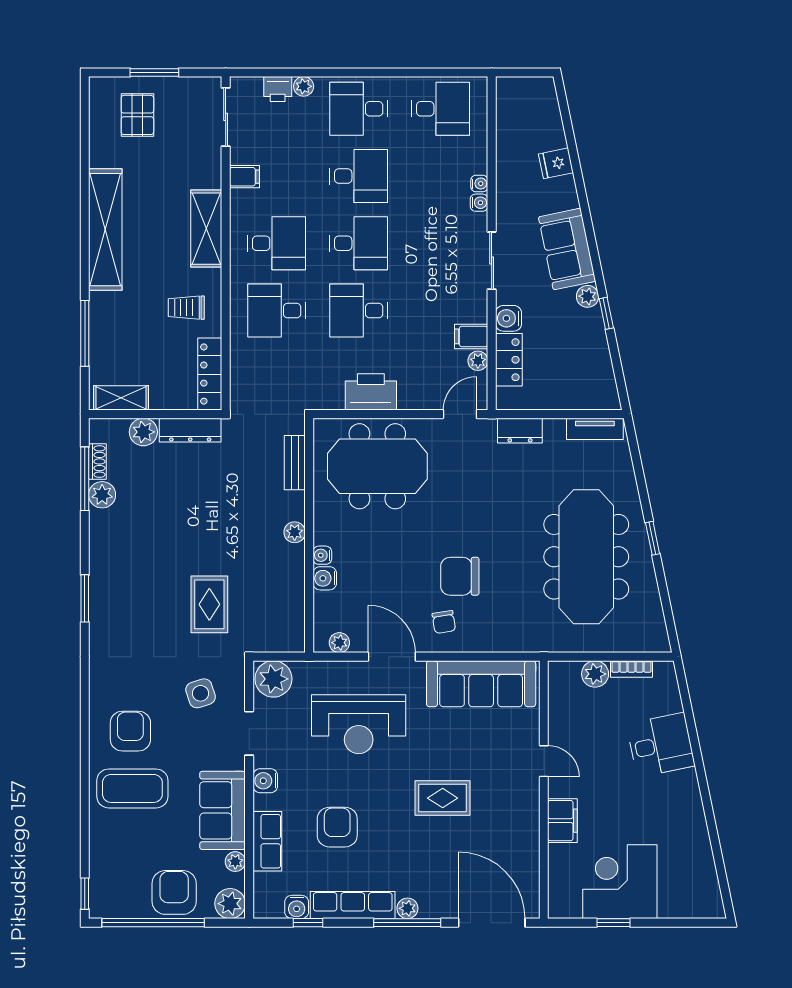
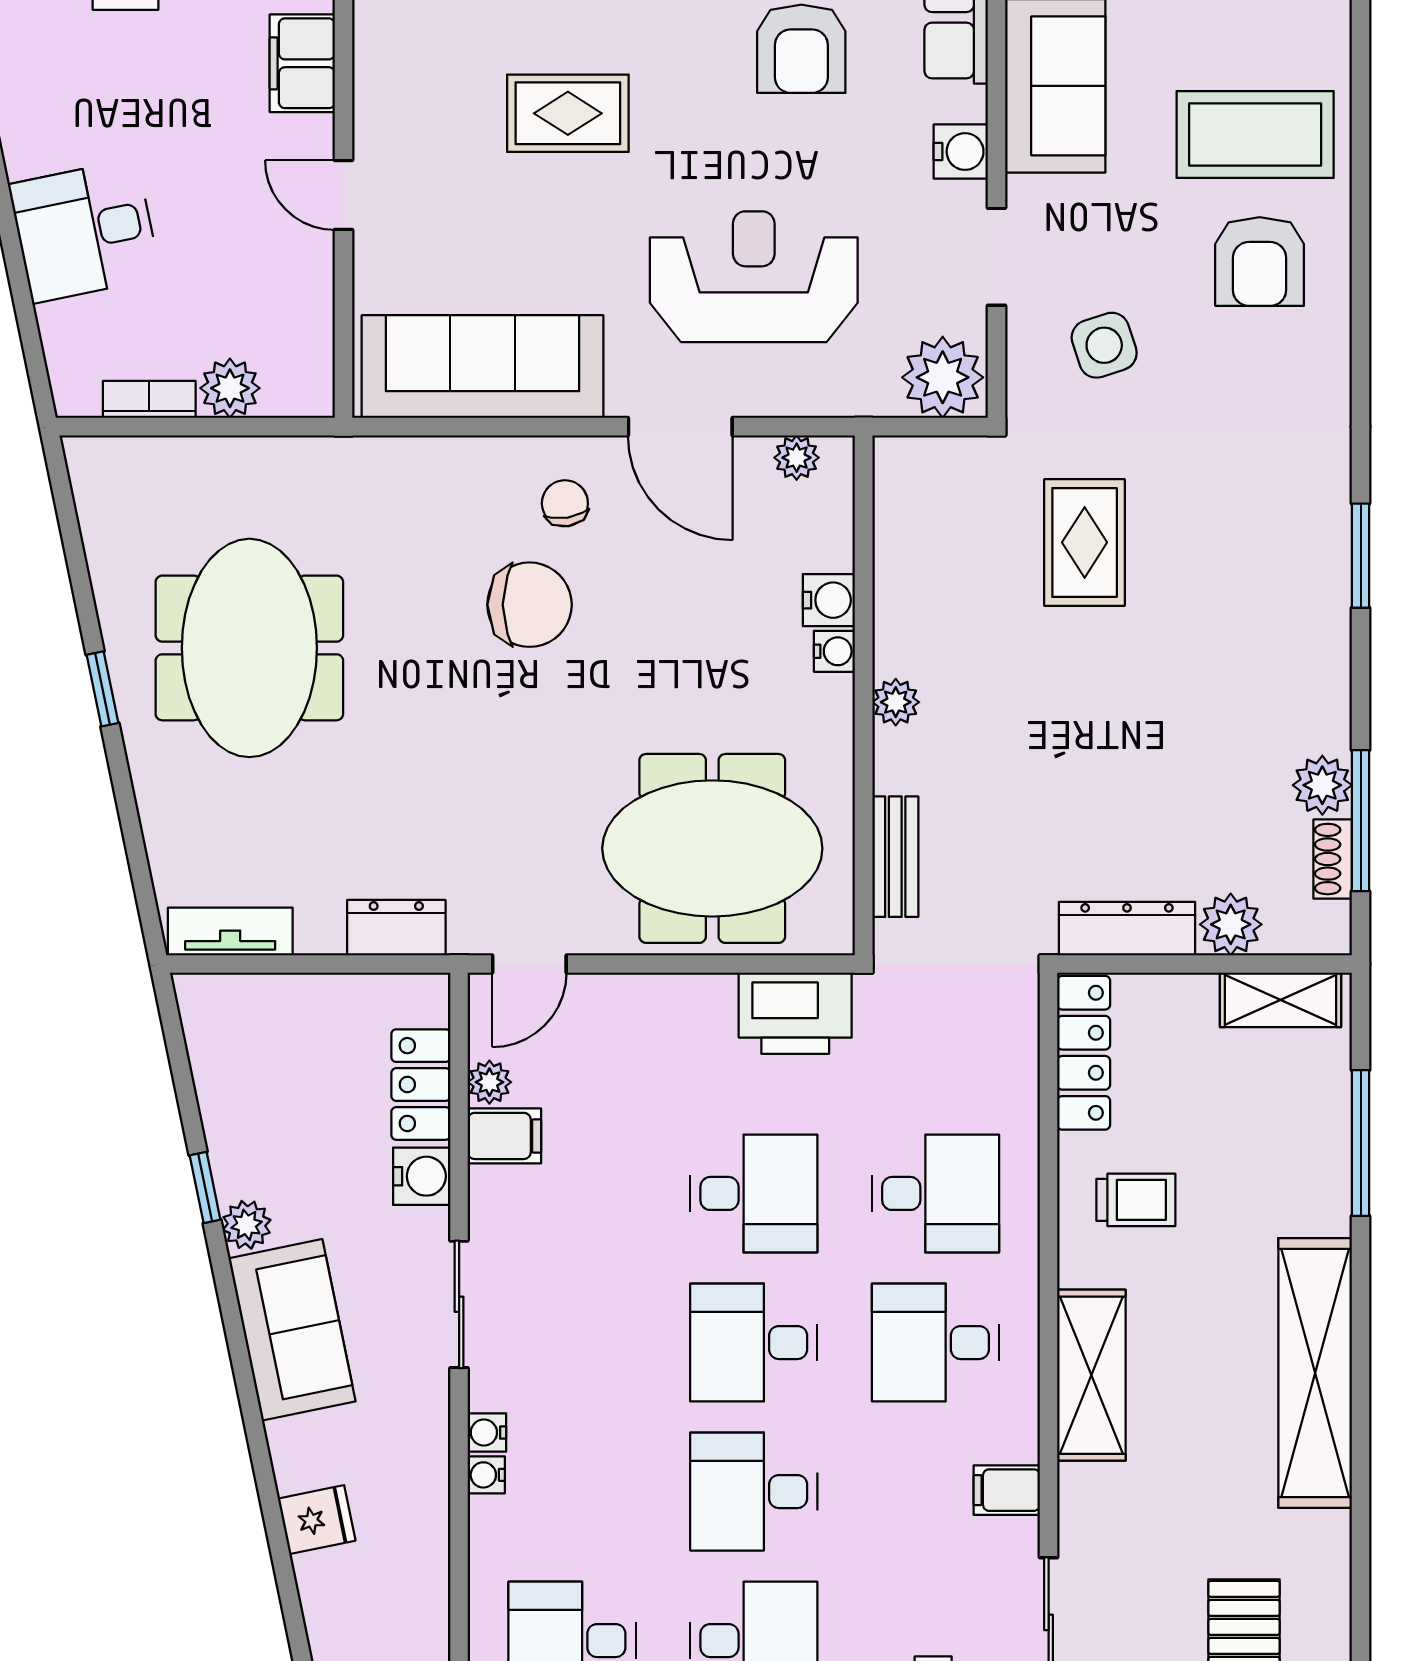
printer: (371, 392) -> (795, 1013), moved
meeting table: (586, 557) -> (249, 648), width x0.73

